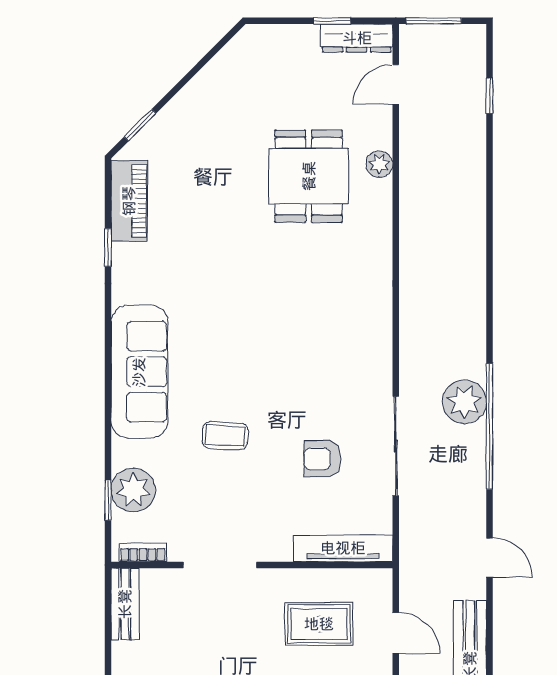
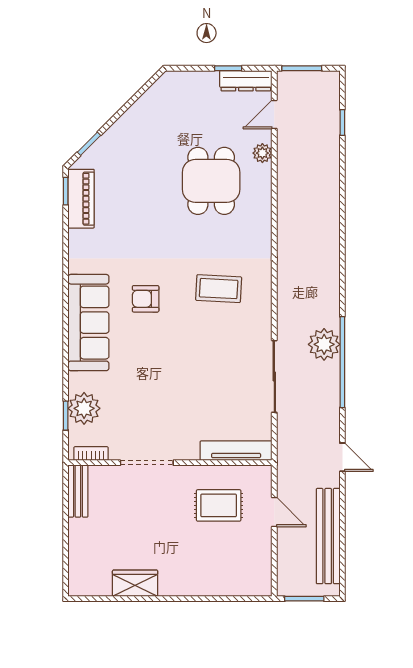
plant: (379, 164) -> (262, 153), moved
window: (108, 248) -> (66, 191), moved
coffee table: (225, 436) -> (219, 289), moved, width x1.36, depth x1.30
armchair: (322, 459) -> (146, 299), moved

